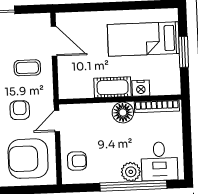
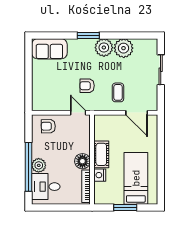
door: (54, 41) -> (137, 113), hinge flipped
armchair: (20, 110) -> (87, 86), turned 180
armchair: (28, 159) -> (51, 90), removed
armchair: (77, 161) -> (48, 126), turned 89

